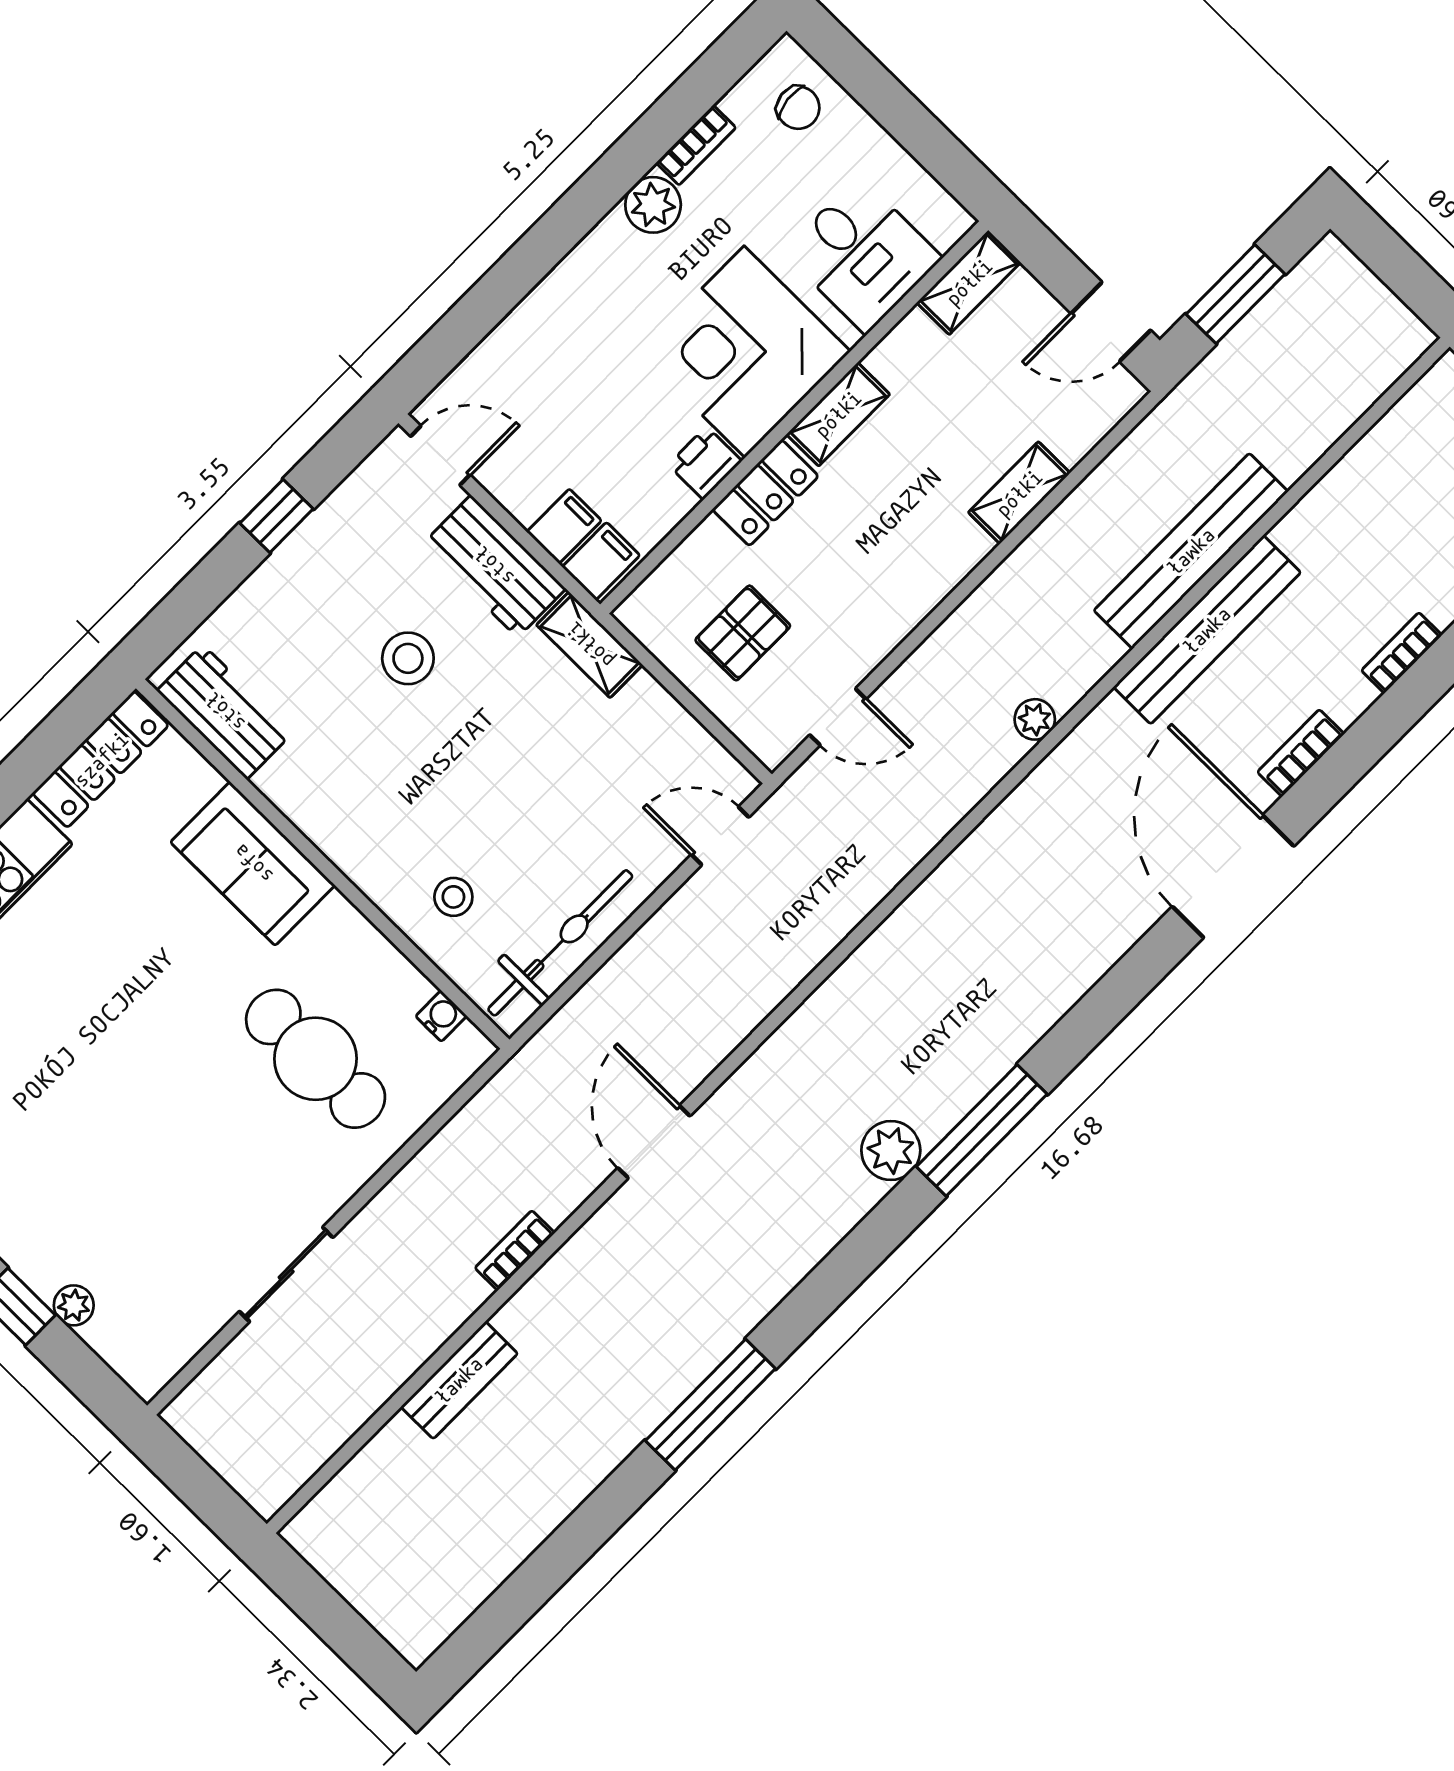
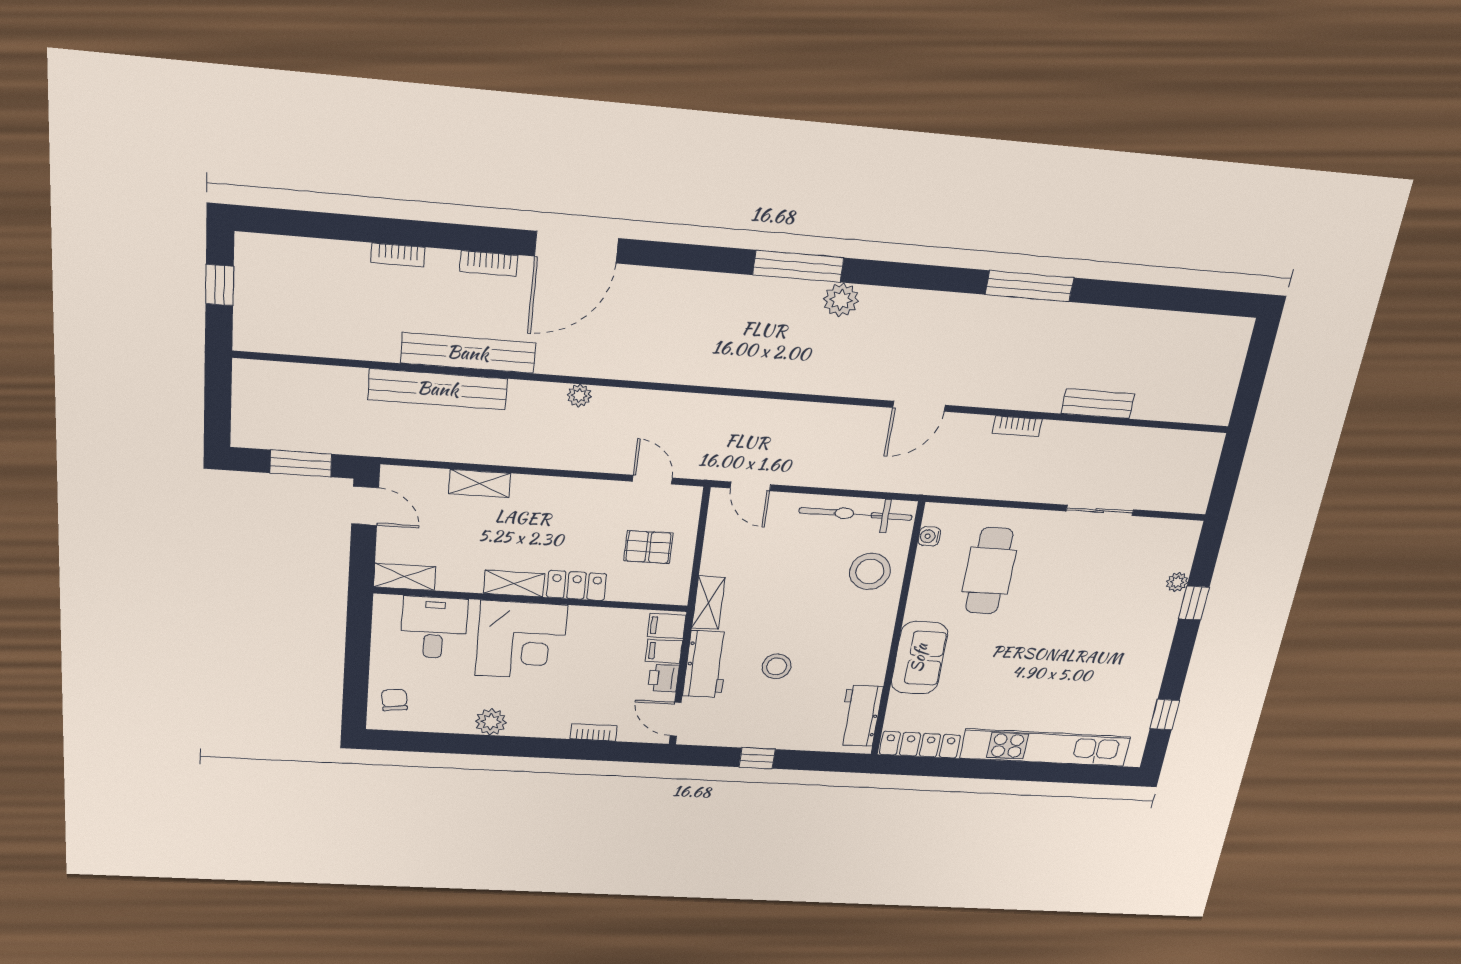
bookcase: (696, 145) -> (593, 732), moved
printer: (705, 463) -> (664, 678), moved, turned 90
stool: (453, 897) -> (870, 571), width x1.89, depth x1.89

